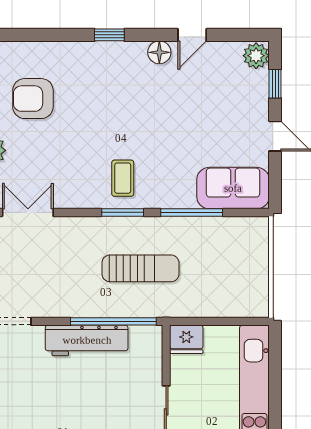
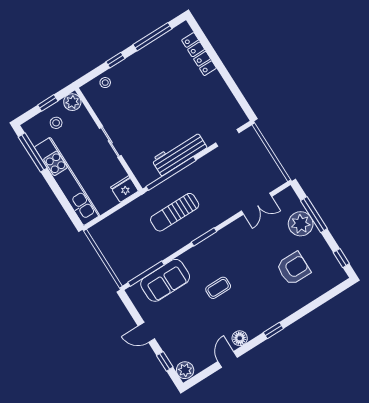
coffee table: (123, 178) -> (218, 288), moved, turned 90
sofa: (233, 188) -> (165, 280), moved
window: (192, 212) -> (146, 274), moved

